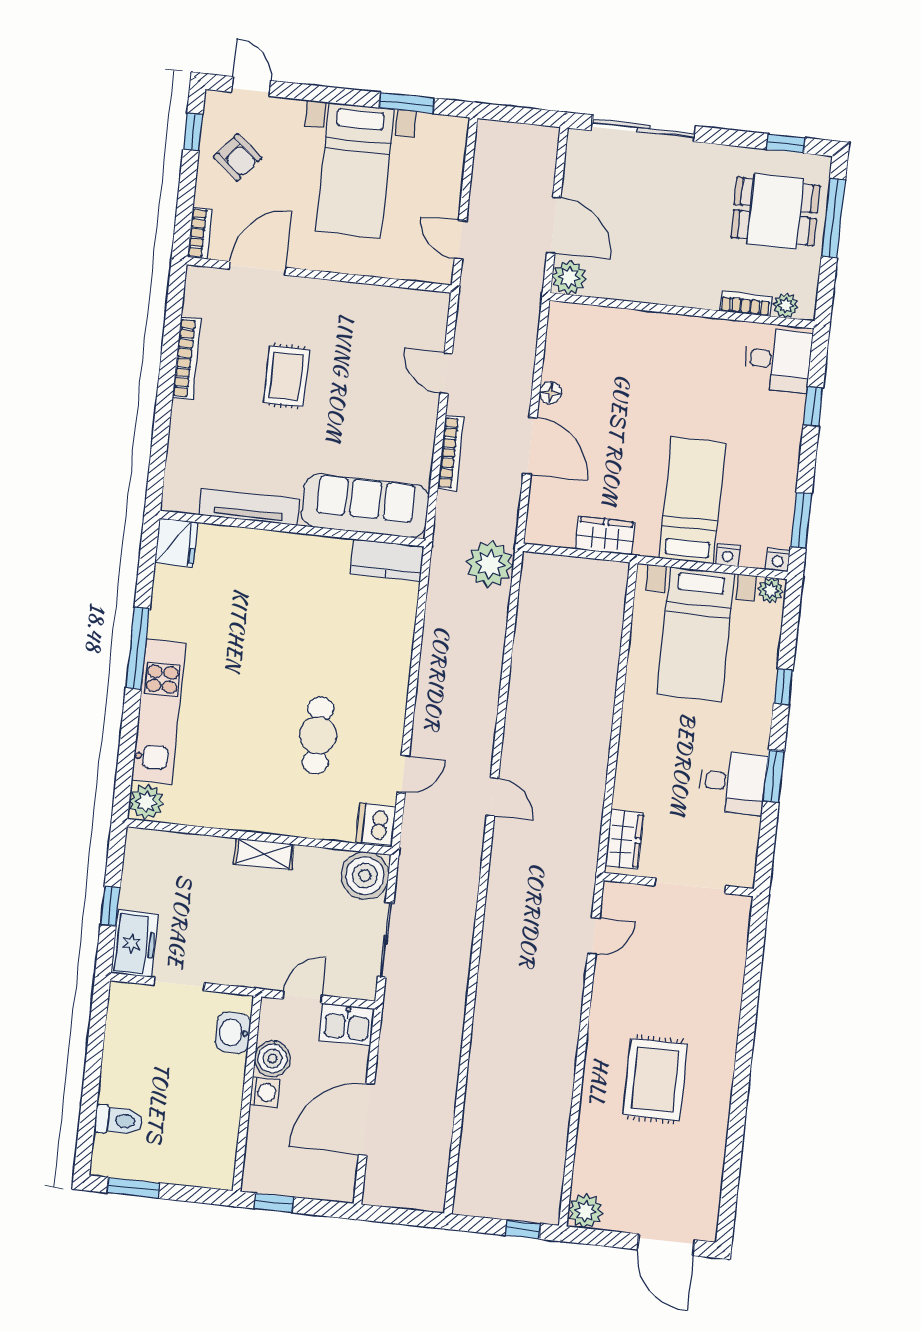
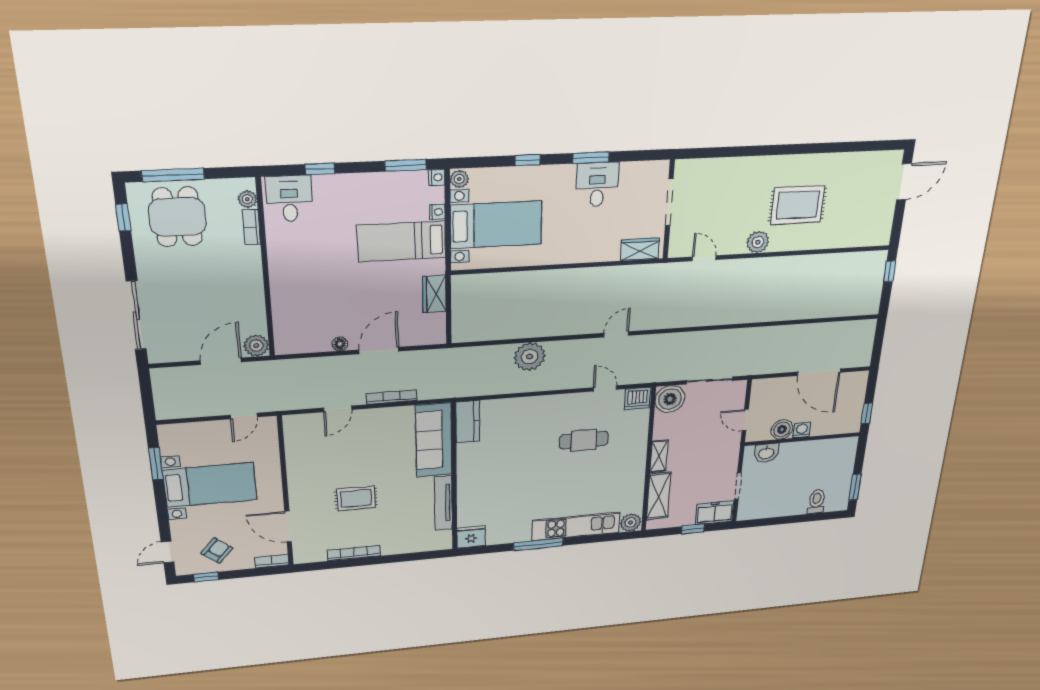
plant: (490, 564) -> (530, 357), moved
shelving: (188, 851) -> (659, 496), added
kitchen sink: (347, 1024) -> (762, 393), removed
plant: (585, 1211) -> (758, 242), moved

